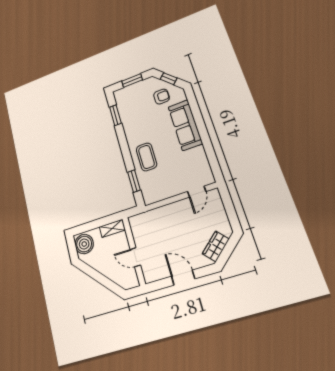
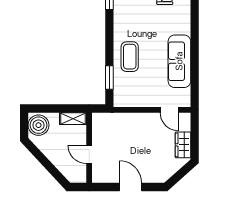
sofa: (185, 125) -> (179, 61), moved
door: (197, 192) -> (169, 110), hinge flipped
wardrobe: (216, 246) -> (183, 145), moved, turned -48

